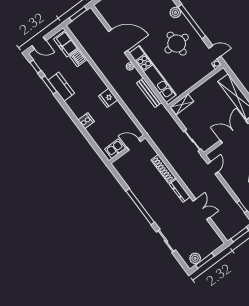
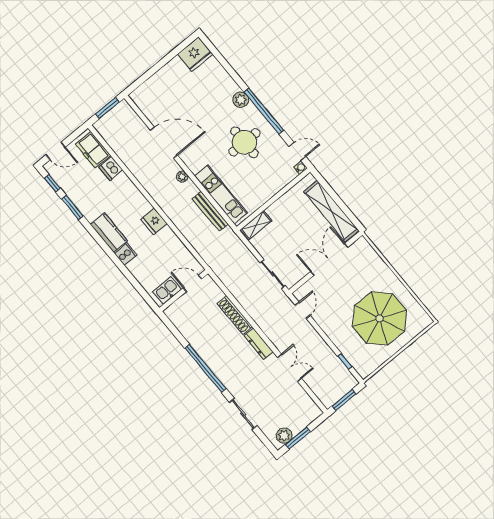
kitchen unit: (153, 74) -> (221, 194), width x0.73
kitchen counter: (61, 87) -> (109, 233), moved

